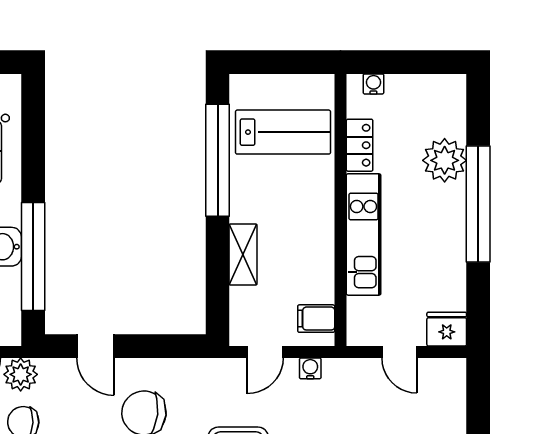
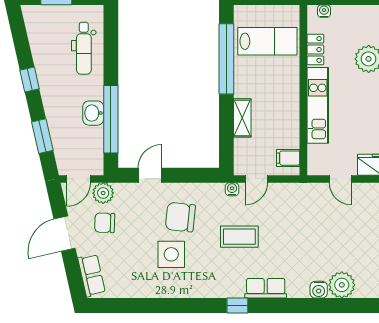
door: (95, 346) -> (150, 175), swing flipped
water cooler: (310, 368) -> (232, 189), moved

